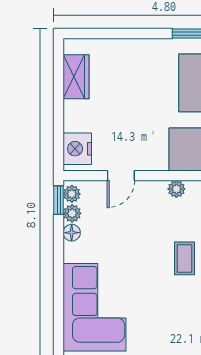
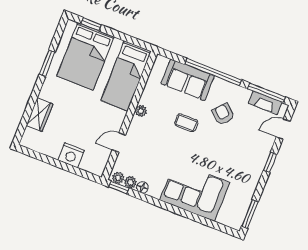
wardrobe: (76, 77) -> (40, 115), moved, turned 90
nightstand: (77, 149) -> (71, 155), moved
door: (121, 176) -> (119, 142), swing flipped

